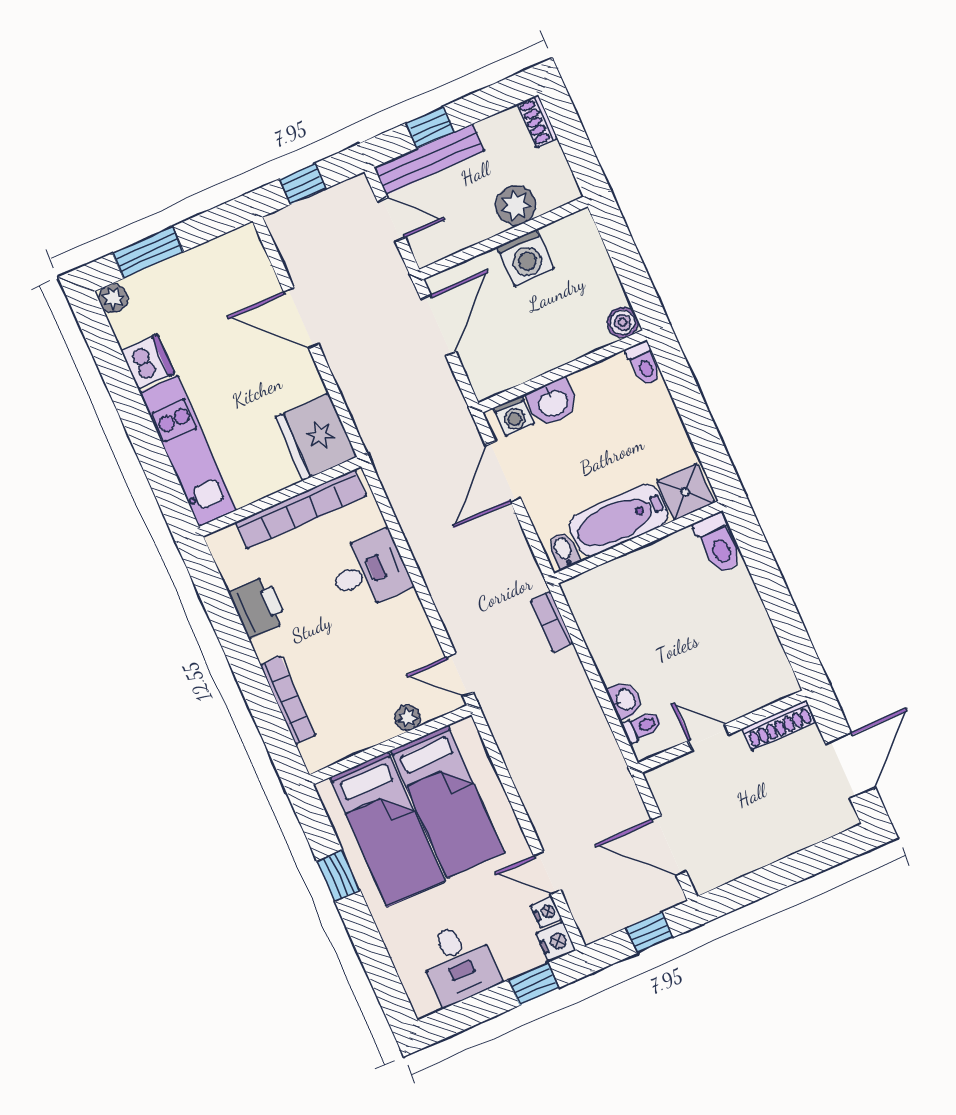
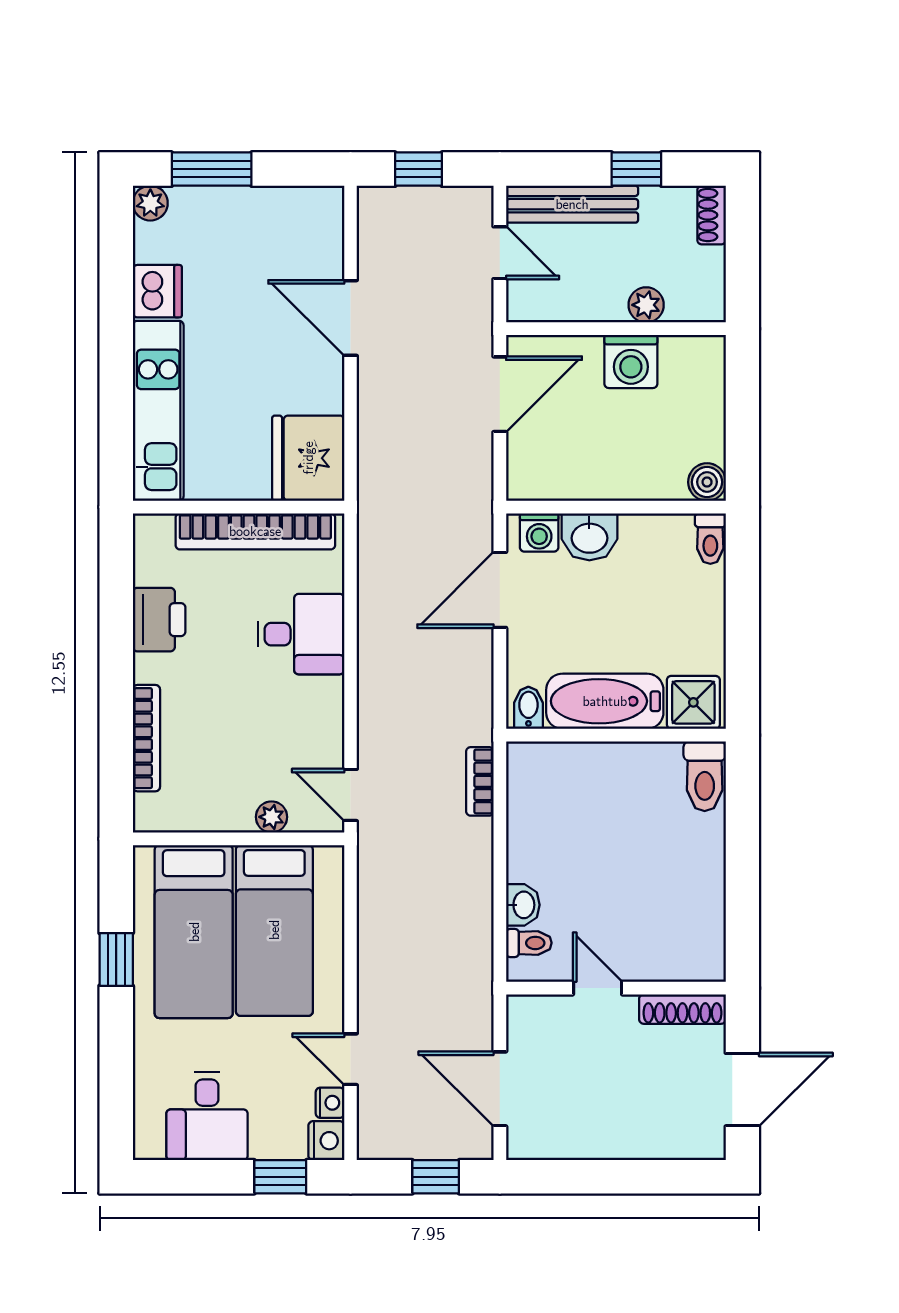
window: (430, 127) -> (636, 169), moved
plant: (516, 205) -> (646, 305), width x0.73, depth x0.73

